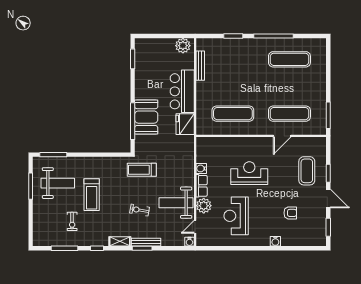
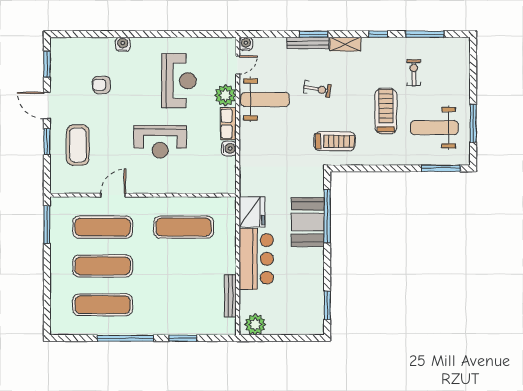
exercise mat: (289, 86) -> (103, 266), added
treadmill: (142, 170) -> (334, 141), moved

